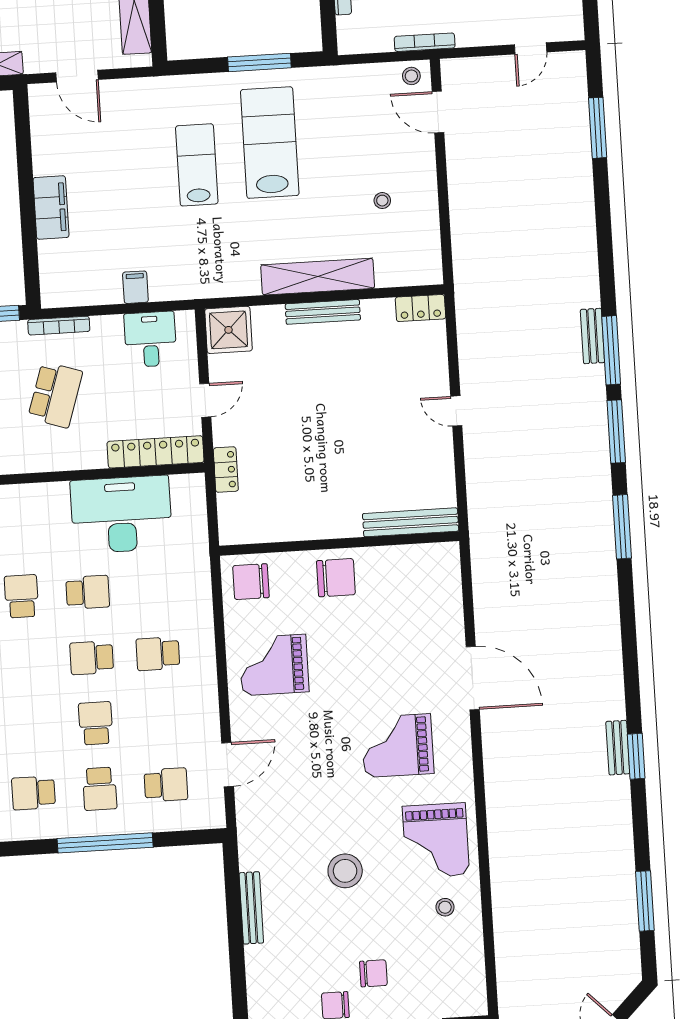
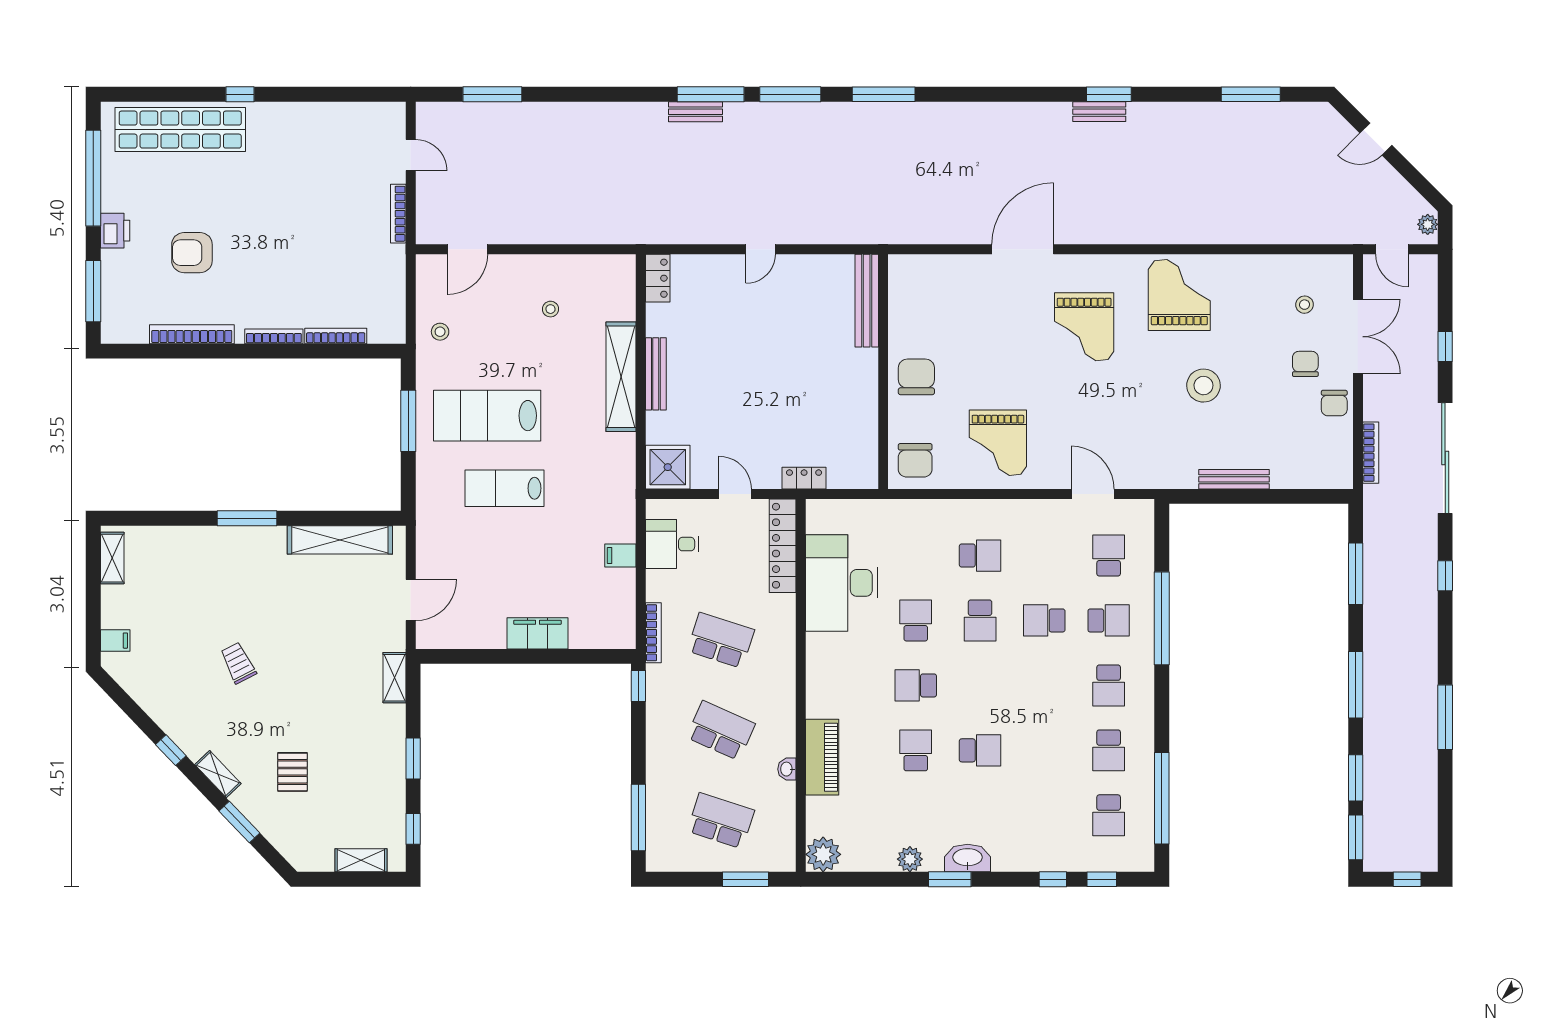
bookcase: (425, 42) -> (398, 214), moved
stool: (411, 76) -> (440, 332), moved
school desk: (158, 654) -> (980, 556), turned -90
grand piano: (436, 841) -> (1179, 295), turned -90
stool: (445, 907) -> (1304, 305), moved

